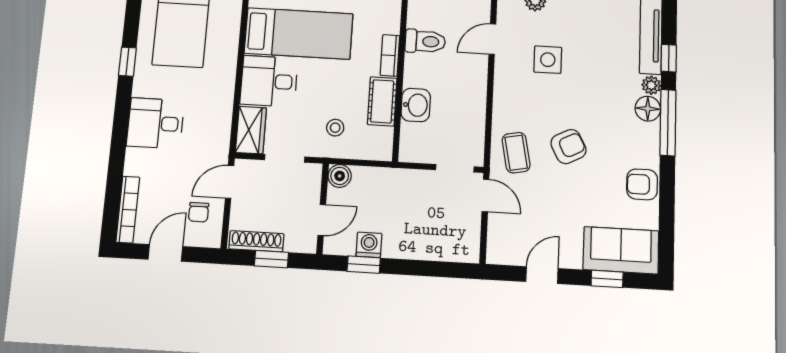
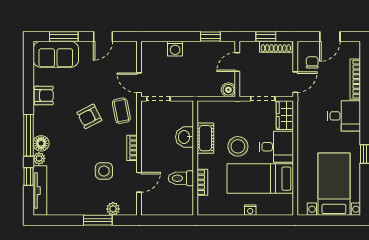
bookcase: (390, 55) -> (202, 182), moved
bookcase: (501, 93) -> (132, 148), added
stool: (335, 128) -> (238, 146), moved, width x1.89, depth x1.89
bookcase: (128, 210) -> (355, 79), moved
washing machine: (369, 245) -> (175, 49), moved
window: (607, 279) -> (64, 37), width x1.50

